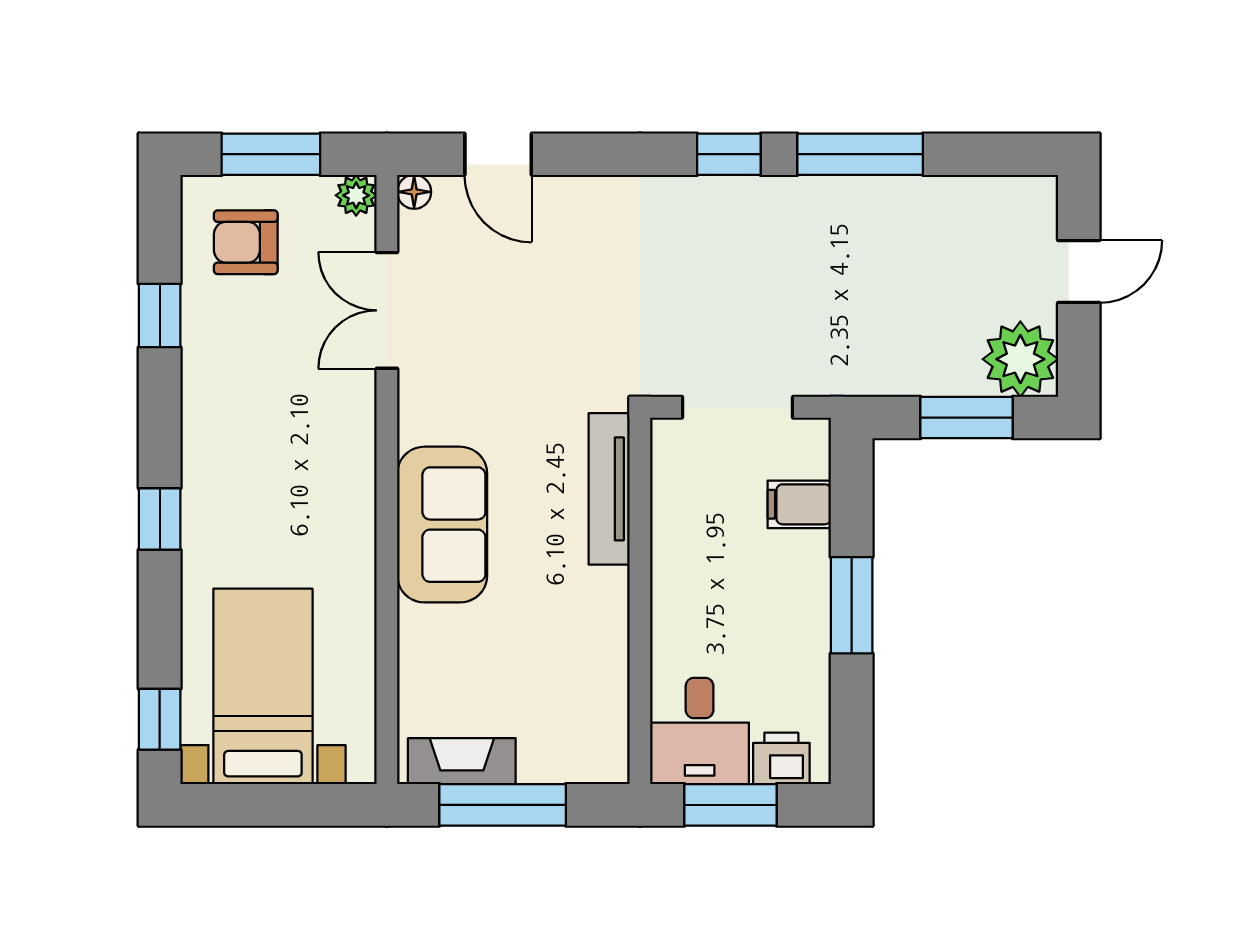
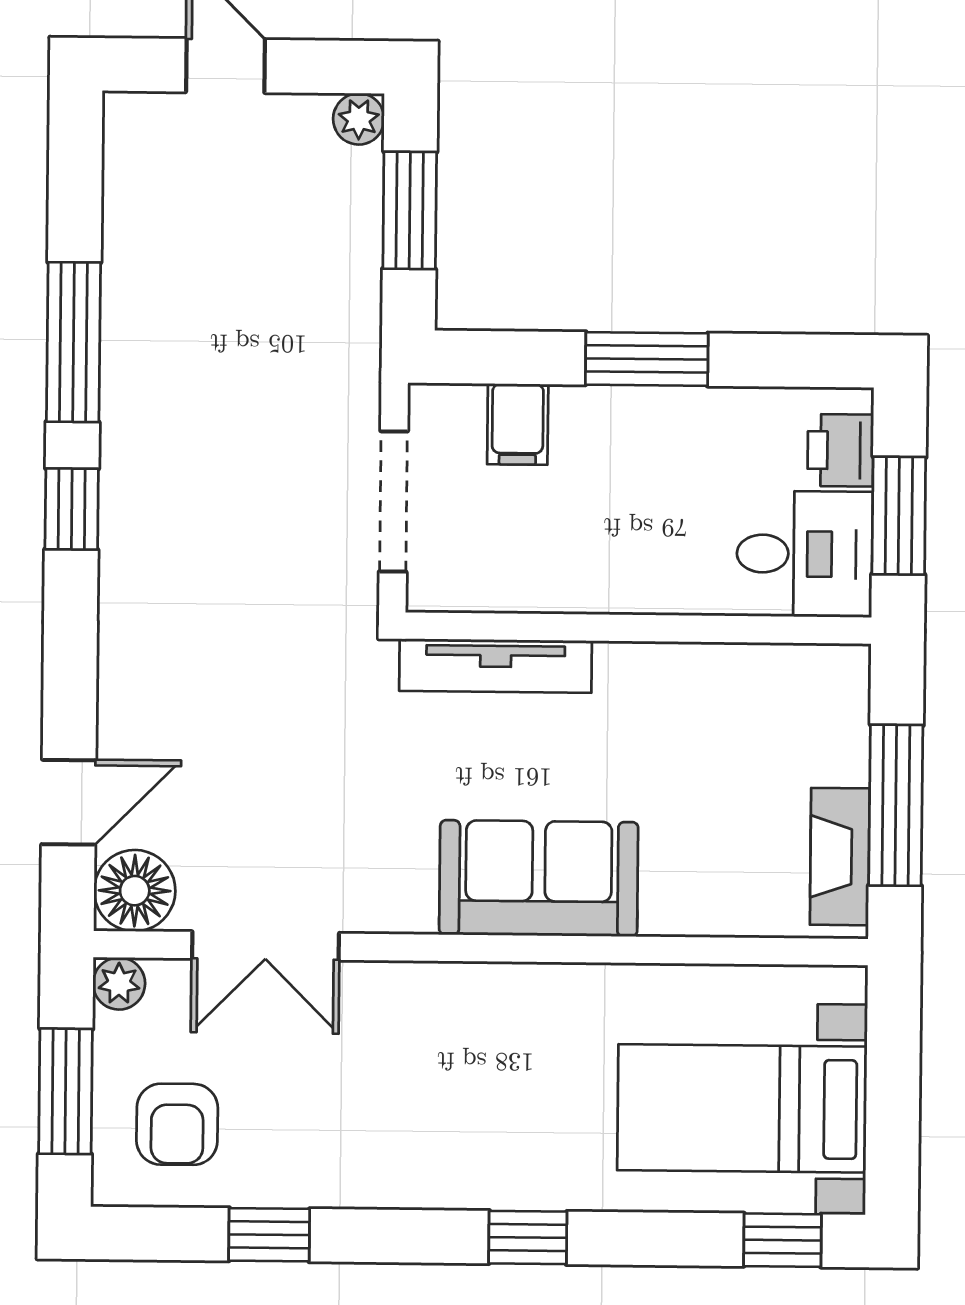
floor lamp: (414, 192) -> (135, 891), width x1.89, depth x1.89
plant: (1020, 359) -> (359, 119), width x0.53, depth x0.53

